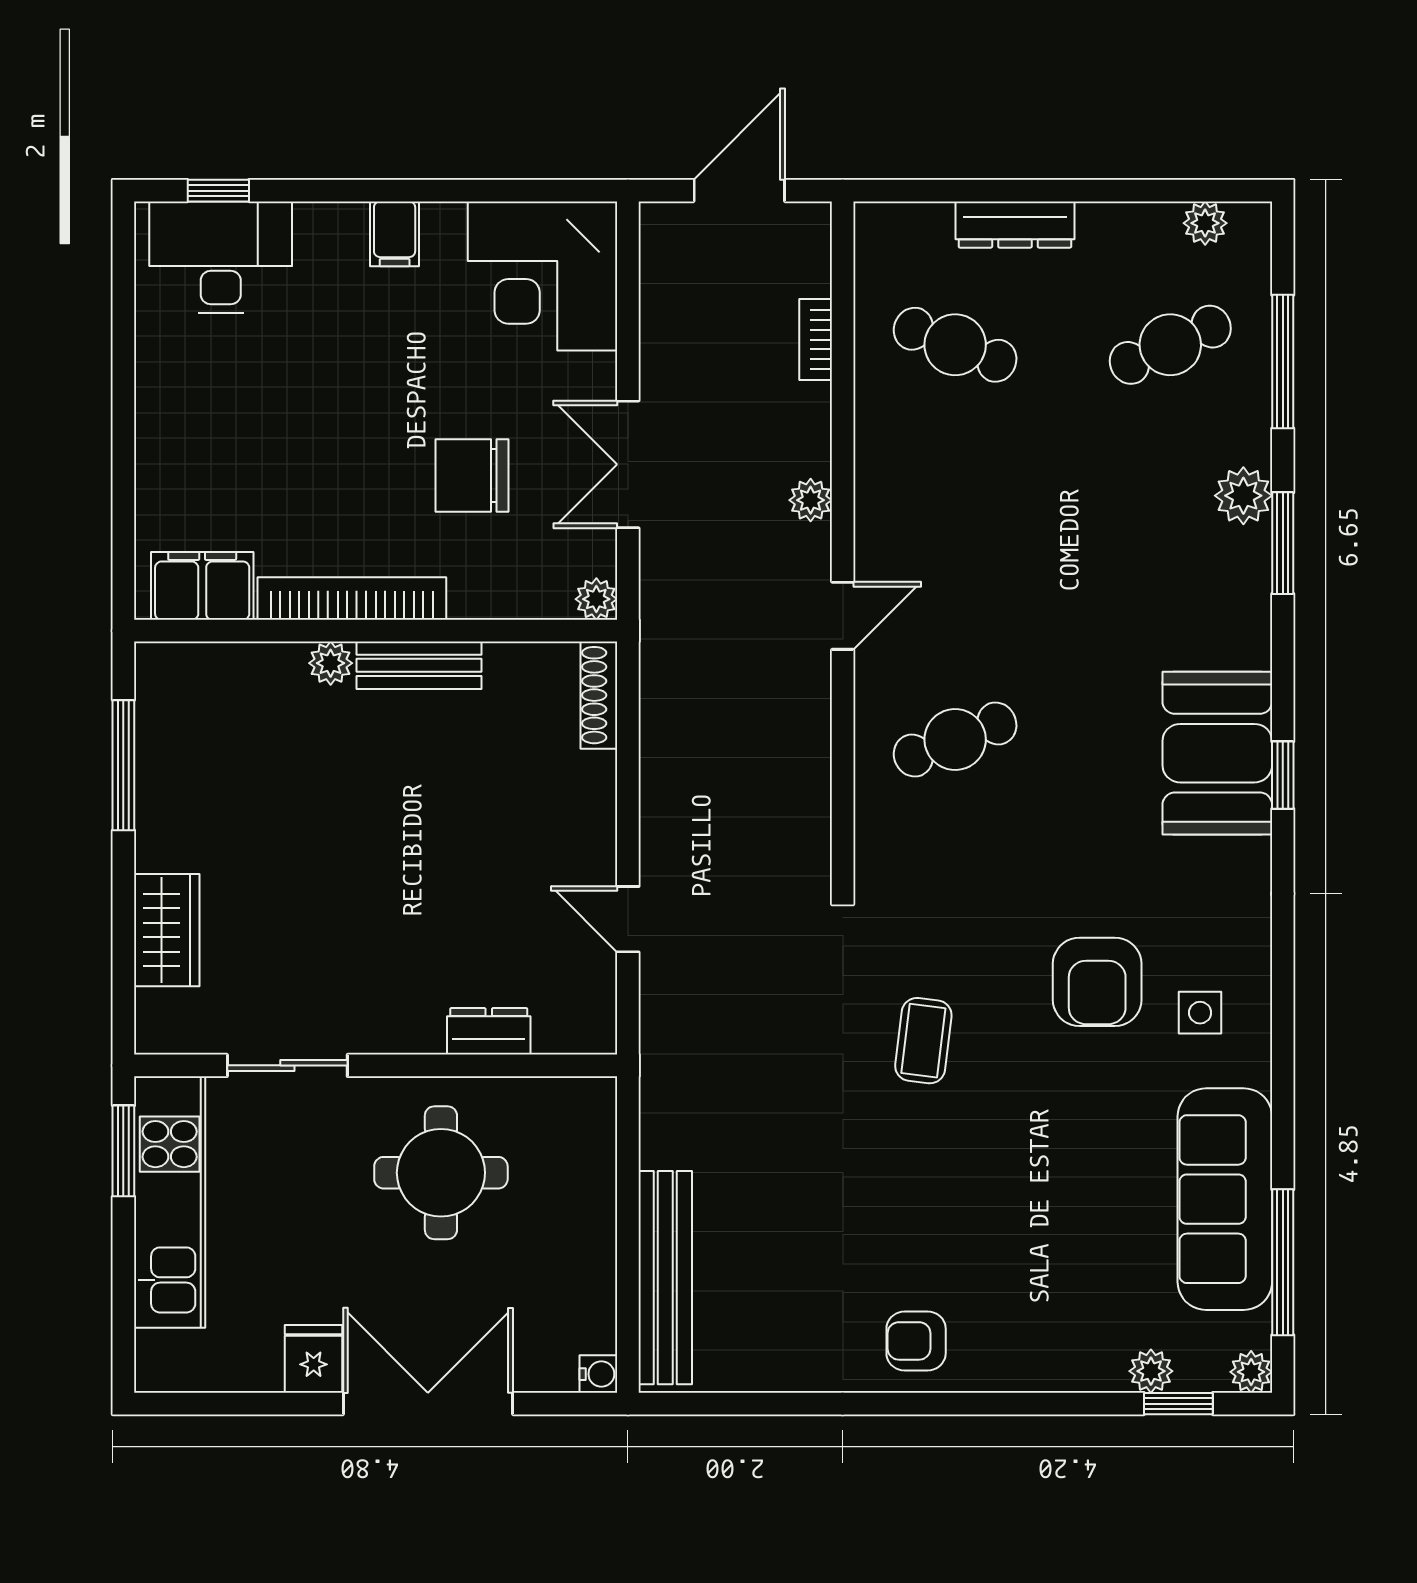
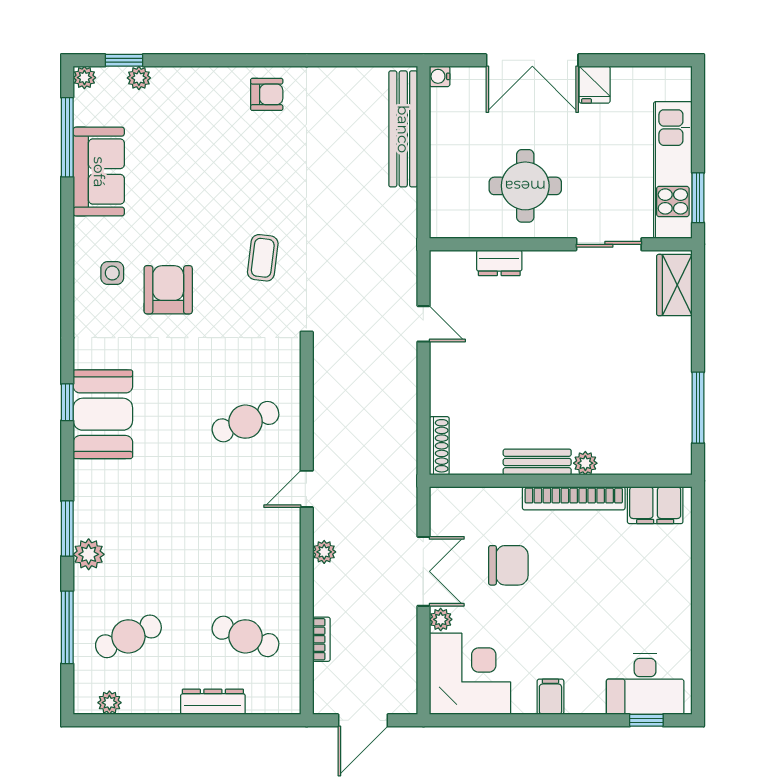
plant: (596, 599) -> (441, 619), moved
wardrobe: (167, 930) -> (674, 285), moved
sofa: (1225, 1199) -> (99, 172), width x0.73

